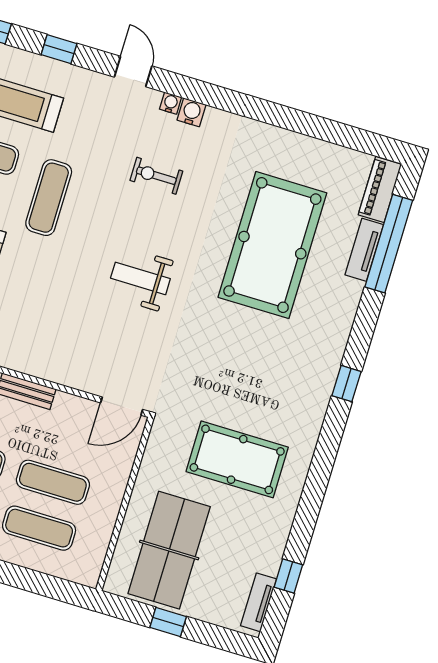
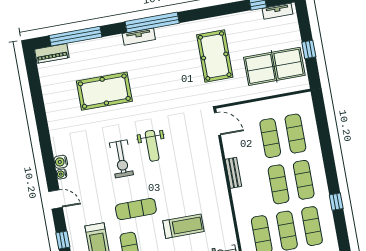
door: (133, 72) -> (56, 199), swing flipped
exercise bike: (156, 176) -> (121, 159), moved, width x1.38, depth x1.39
pool table: (272, 245) -> (104, 91), width x0.73, depth x0.76
tv unit: (364, 250) -> (139, 37), moved
window: (346, 384) -> (152, 22), width x3.17

